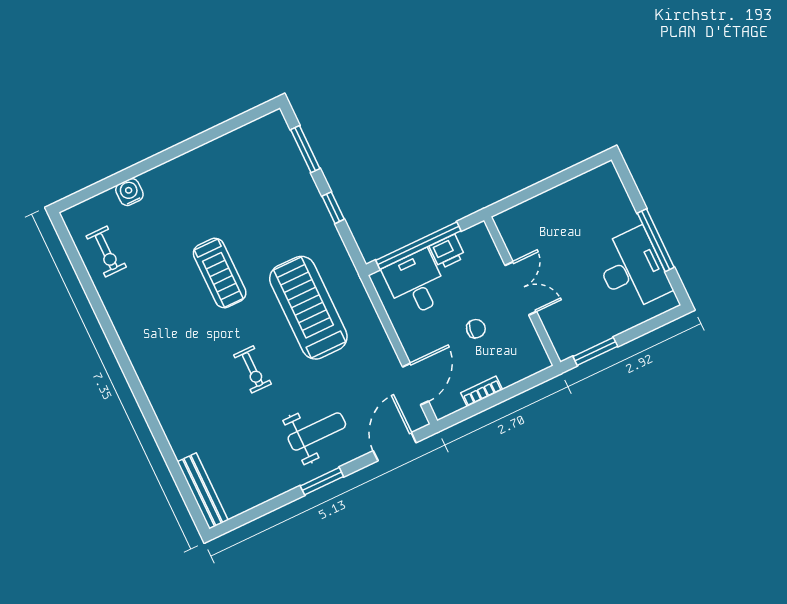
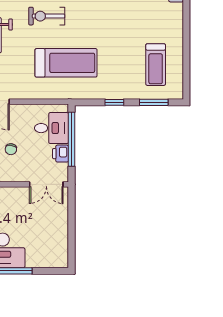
treadmill: (220, 273) -> (156, 65), moved, turned -90
double door: (521, 288) -> (46, 184), moved
exercise bike: (252, 369) -> (47, 16), width x1.38, depth x1.39

